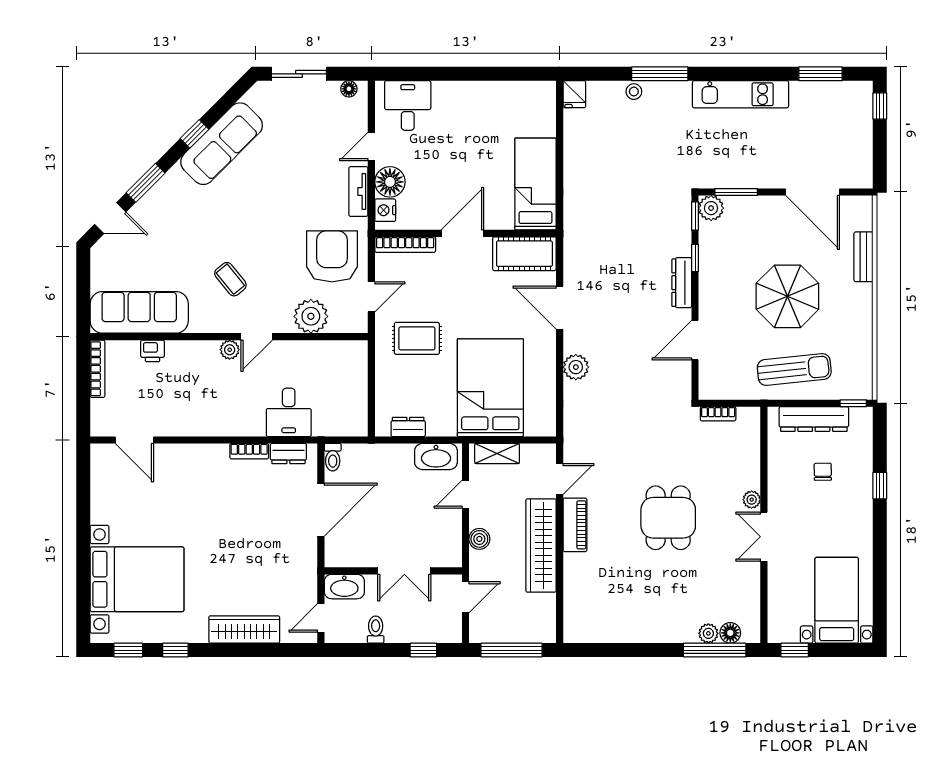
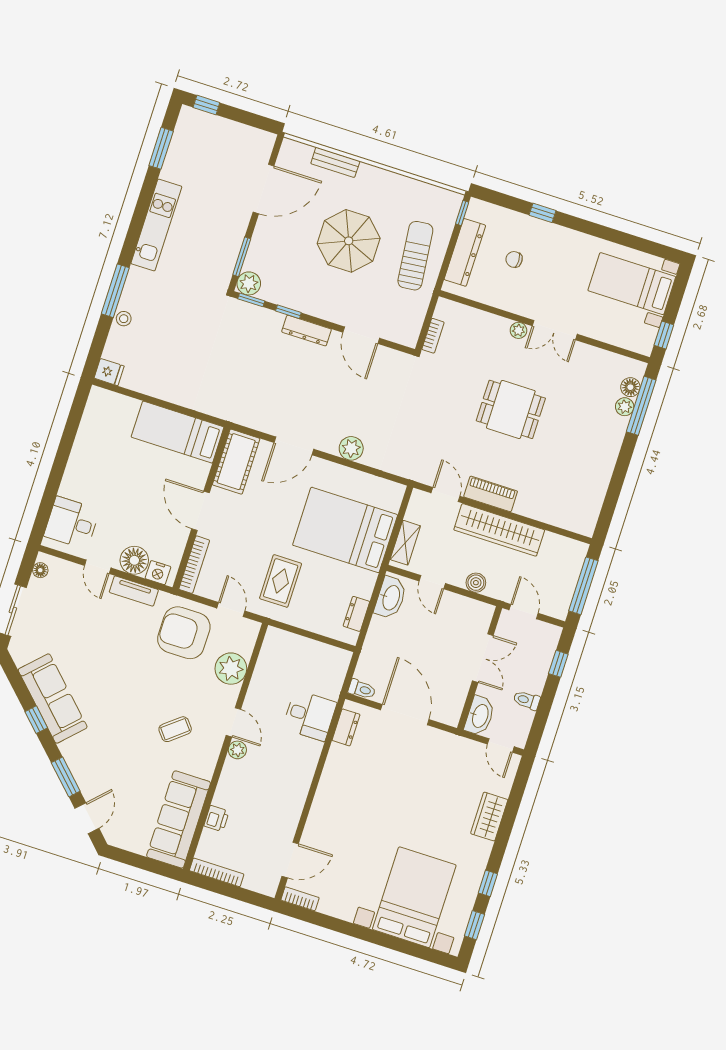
bookcase: (249, 451) -> (300, 899), moved, turned -90
wardrobe: (244, 629) -> (489, 817), width x0.67

